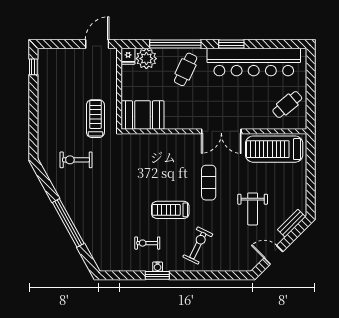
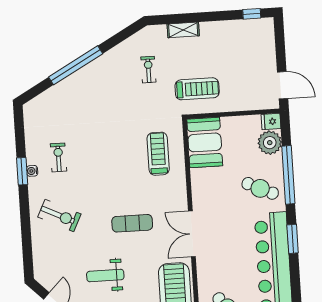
shelving: (43, 127) -> (183, 30), added
exercise bike: (76, 160) -> (148, 70), width x0.73, depth x0.72
treadmill: (170, 210) -> (158, 154), moved

